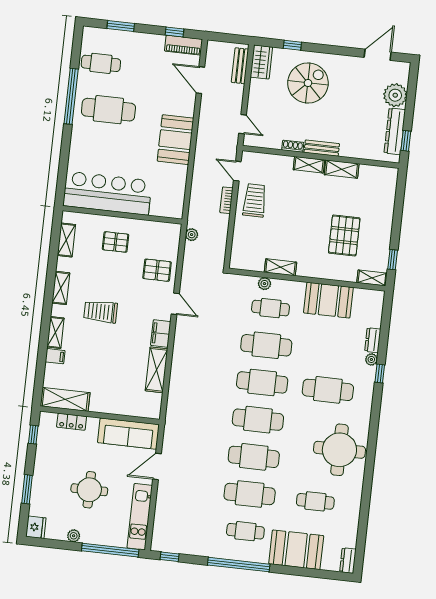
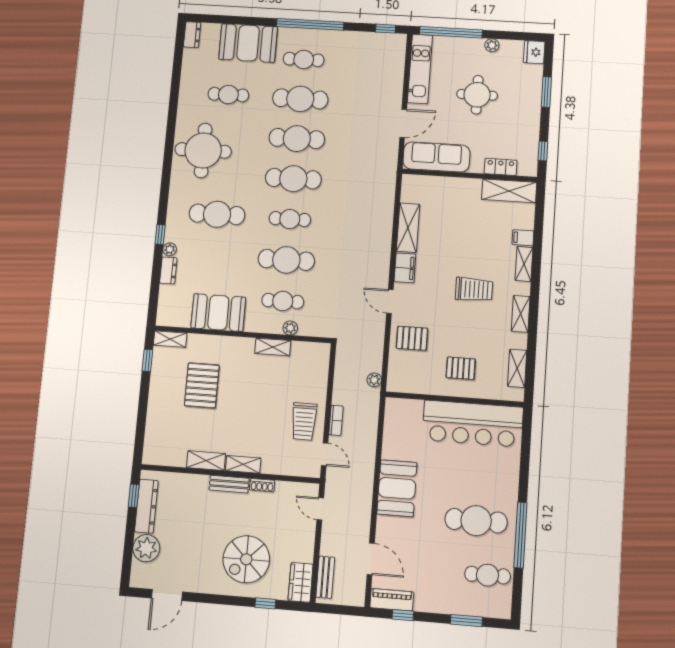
cafe table: (262, 382) -> (290, 219), width x0.73, depth x0.74

